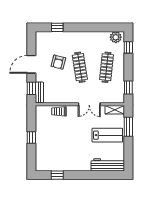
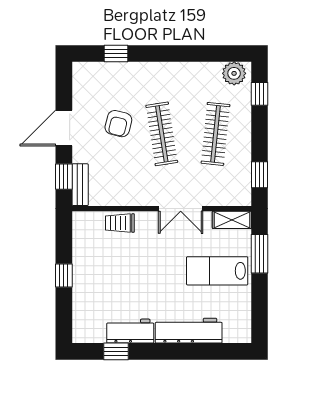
lab bench: (107, 135) -> (217, 271), turned 180
workbench: (64, 165) -> (130, 331), added
workbench: (108, 165) -> (189, 331), moved

